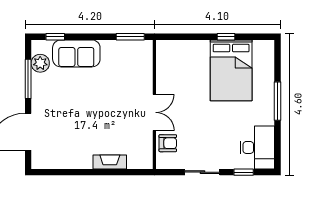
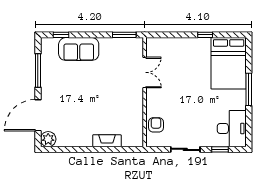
plant: (40, 63) -> (48, 139), moved
bed: (231, 70) -> (229, 63), moved
double door: (154, 112) -> (145, 72), moved
armchair: (168, 143) -> (156, 125), turned -90

